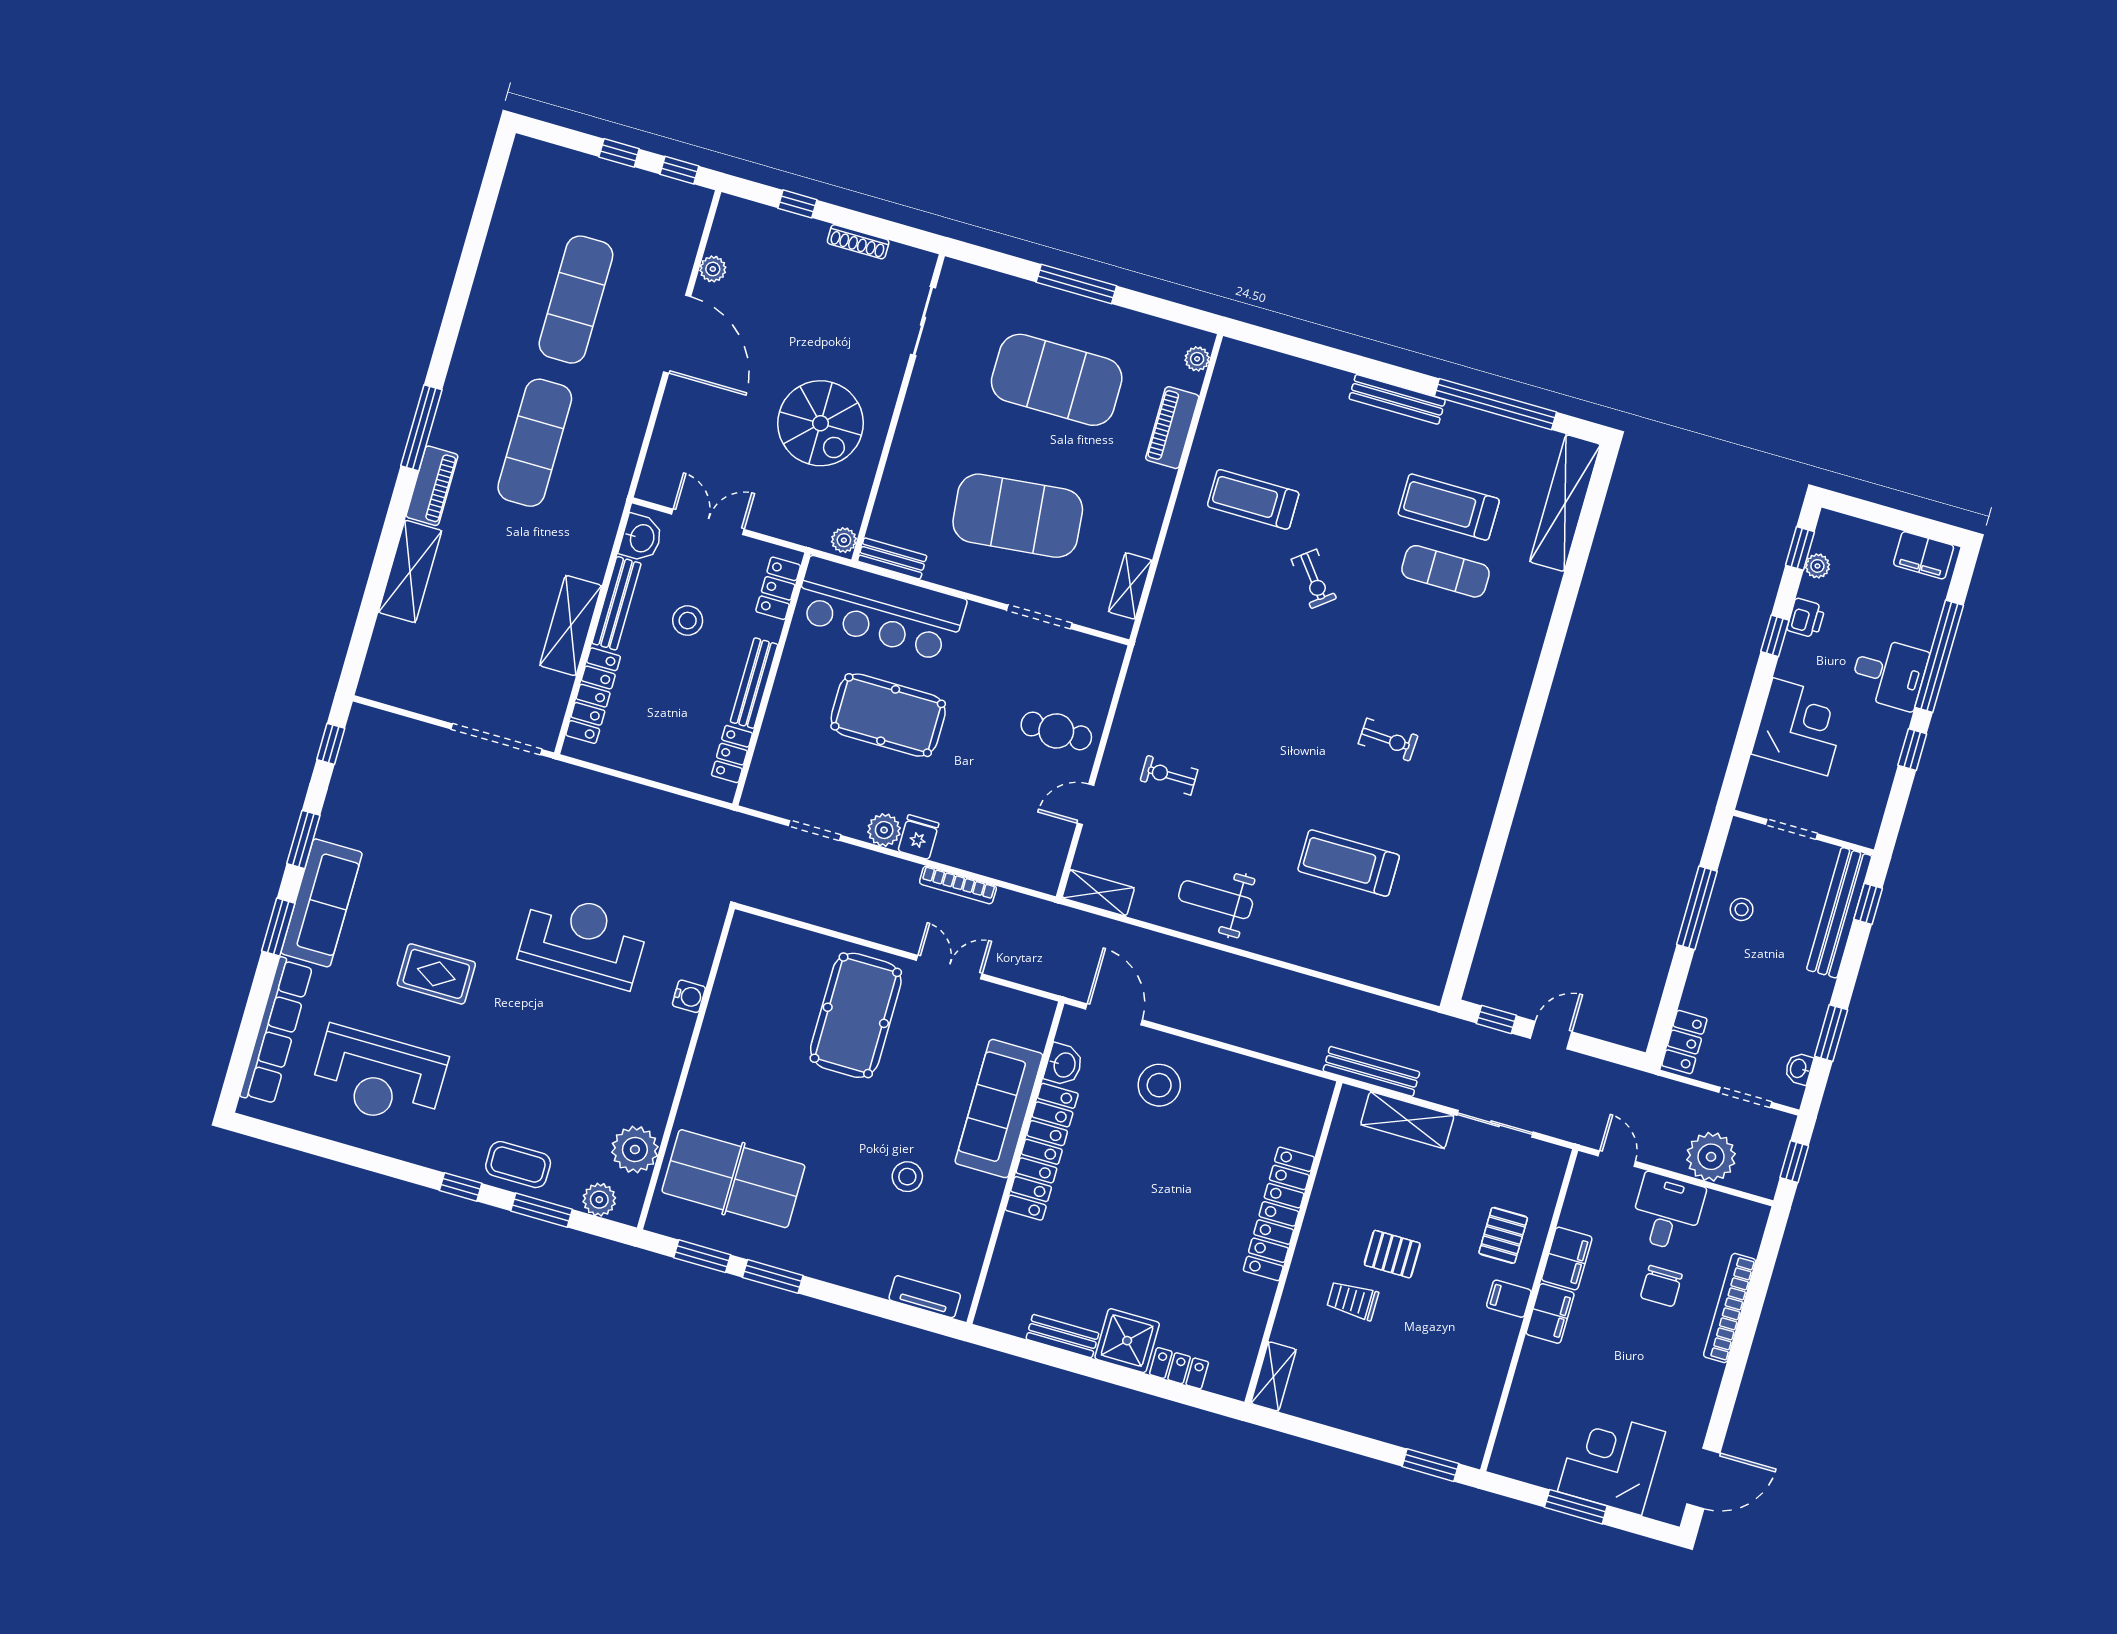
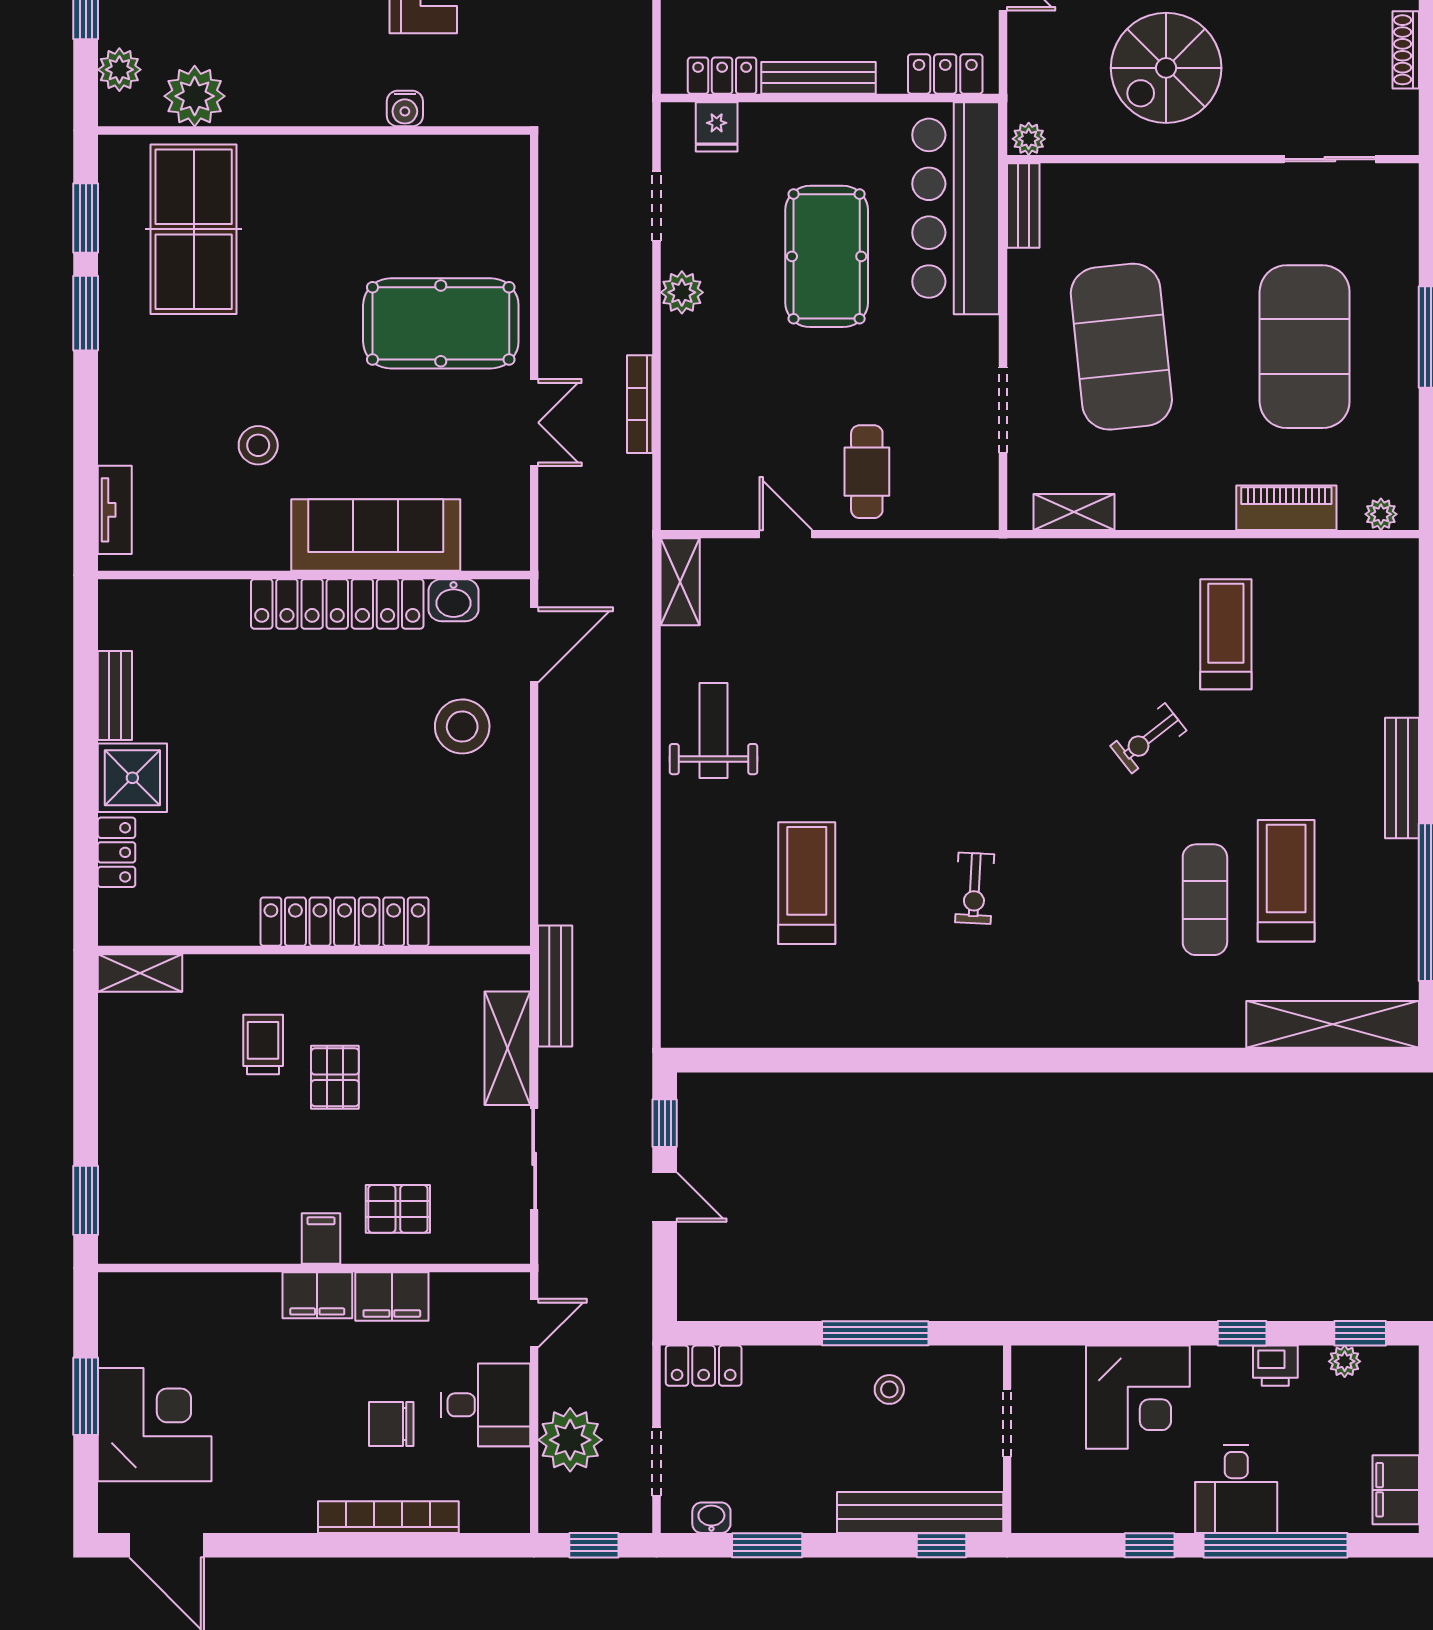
exercise bike: (1169, 775) -> (852, 628), removed
fridge: (918, 837) -> (717, 127), moved, turned 90

